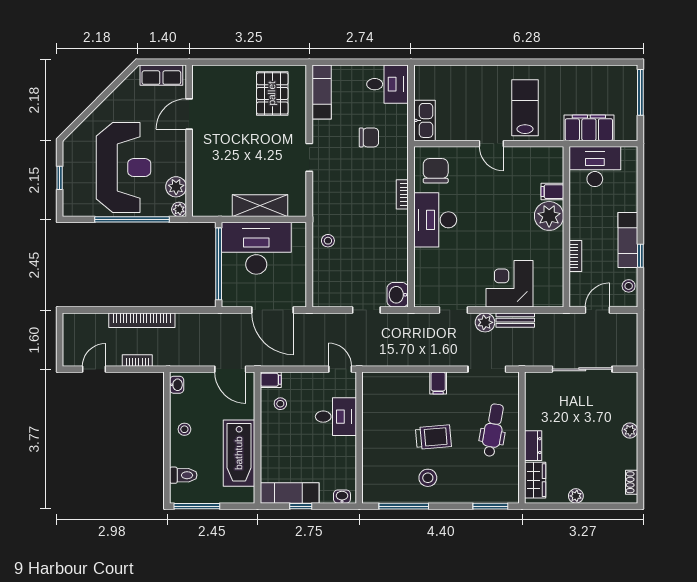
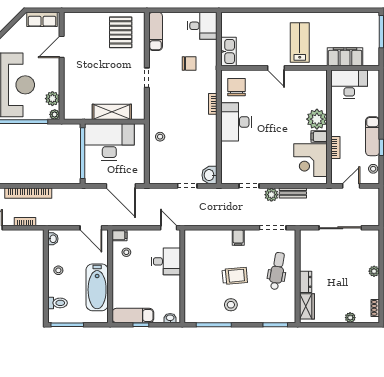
filing cabinet: (552, 192) -> (319, 136), moved
corner desk: (510, 284) -> (310, 160), moved, turned -90
plant: (576, 496) -> (350, 318), moved

